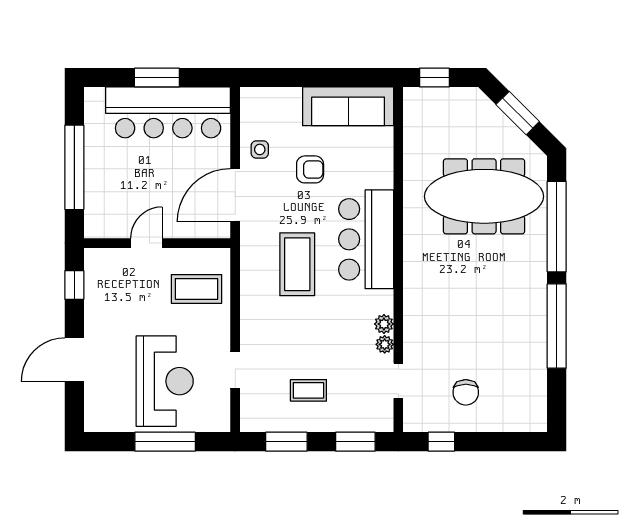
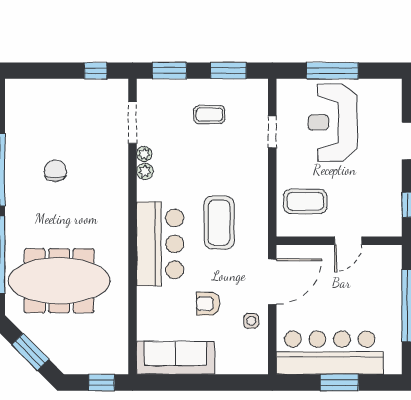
doorway: (398, 381) -> (133, 123), width x1.38
chair: (466, 392) -> (55, 171), moved

